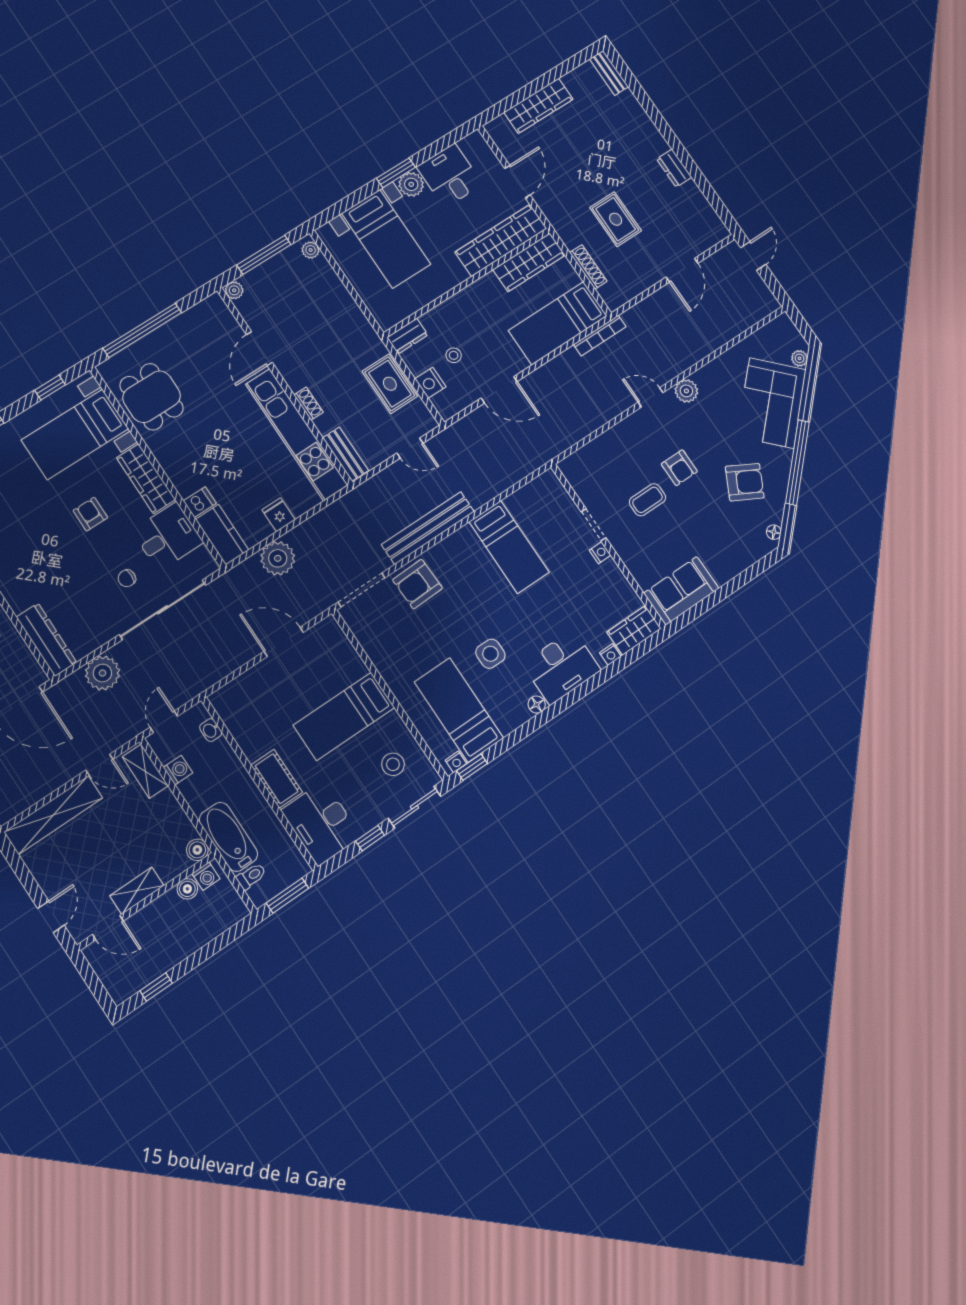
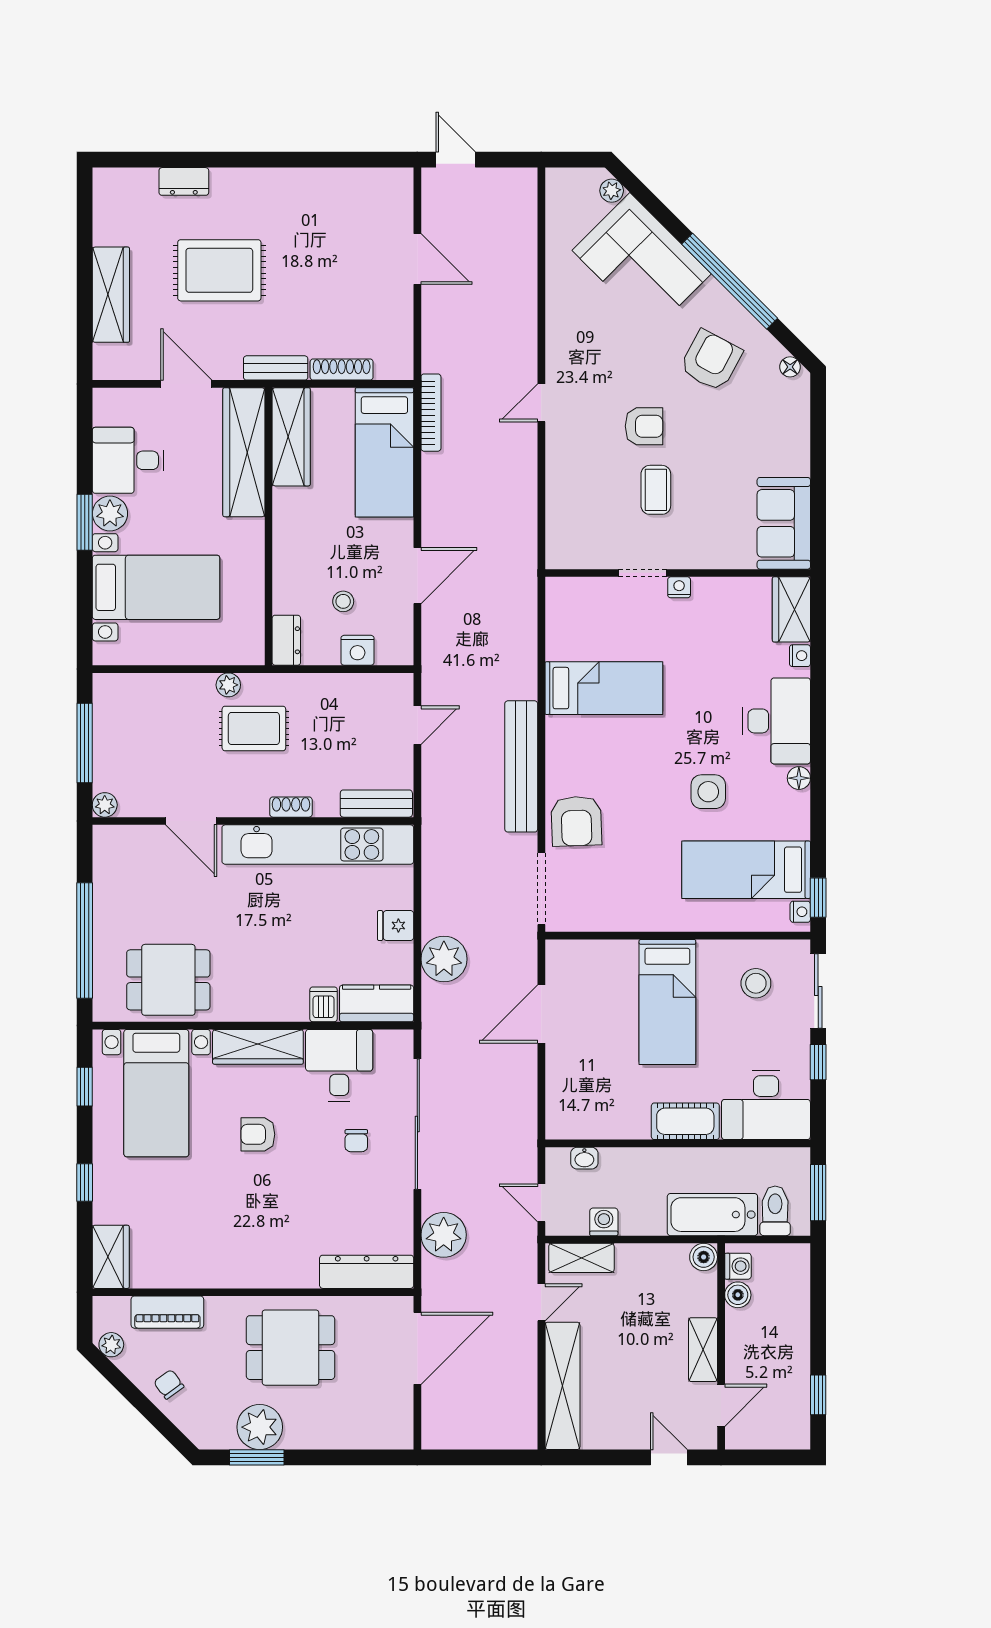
bench: (609, 73) -> (276, 368), moved
dresser: (674, 168) -> (184, 181), moved
rug: (616, 219) -> (219, 270), moved, width x1.36, depth x1.43
plant: (311, 250) -> (228, 685), moved
rug: (390, 384) -> (254, 728), moved
plant: (686, 391) -> (561, 355), removed
toilet: (251, 876) -> (775, 1211), width x1.37, depth x1.39

